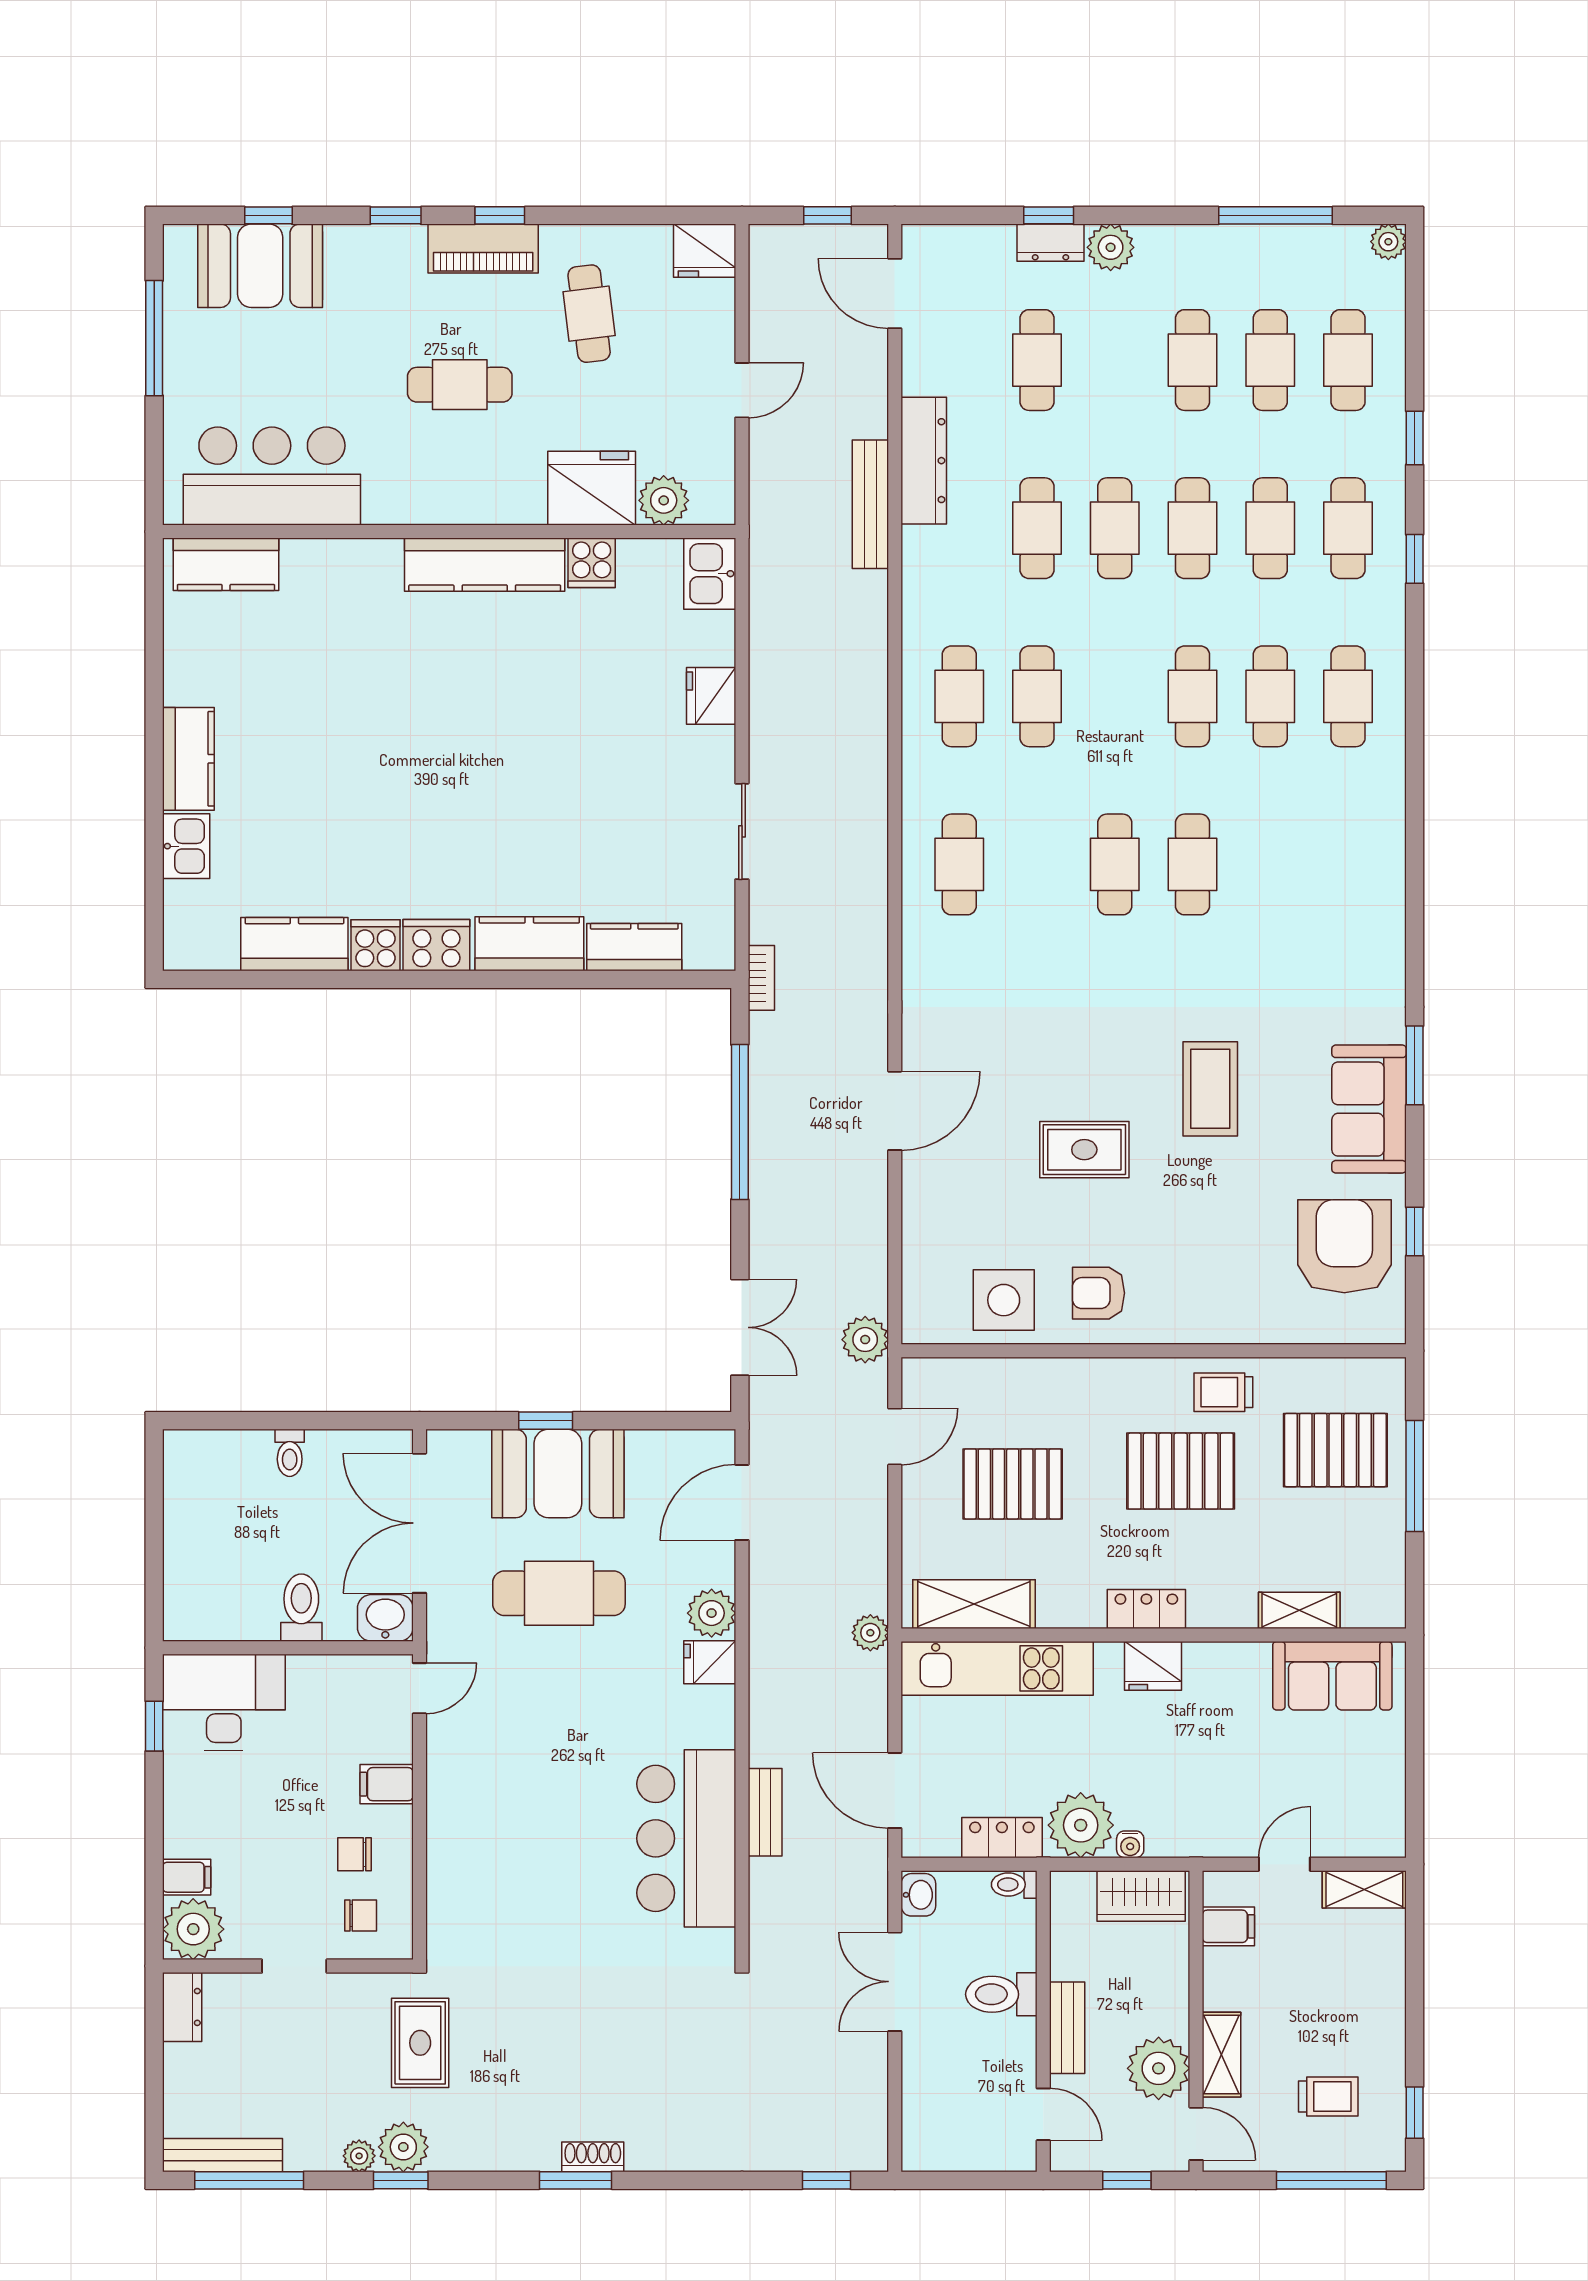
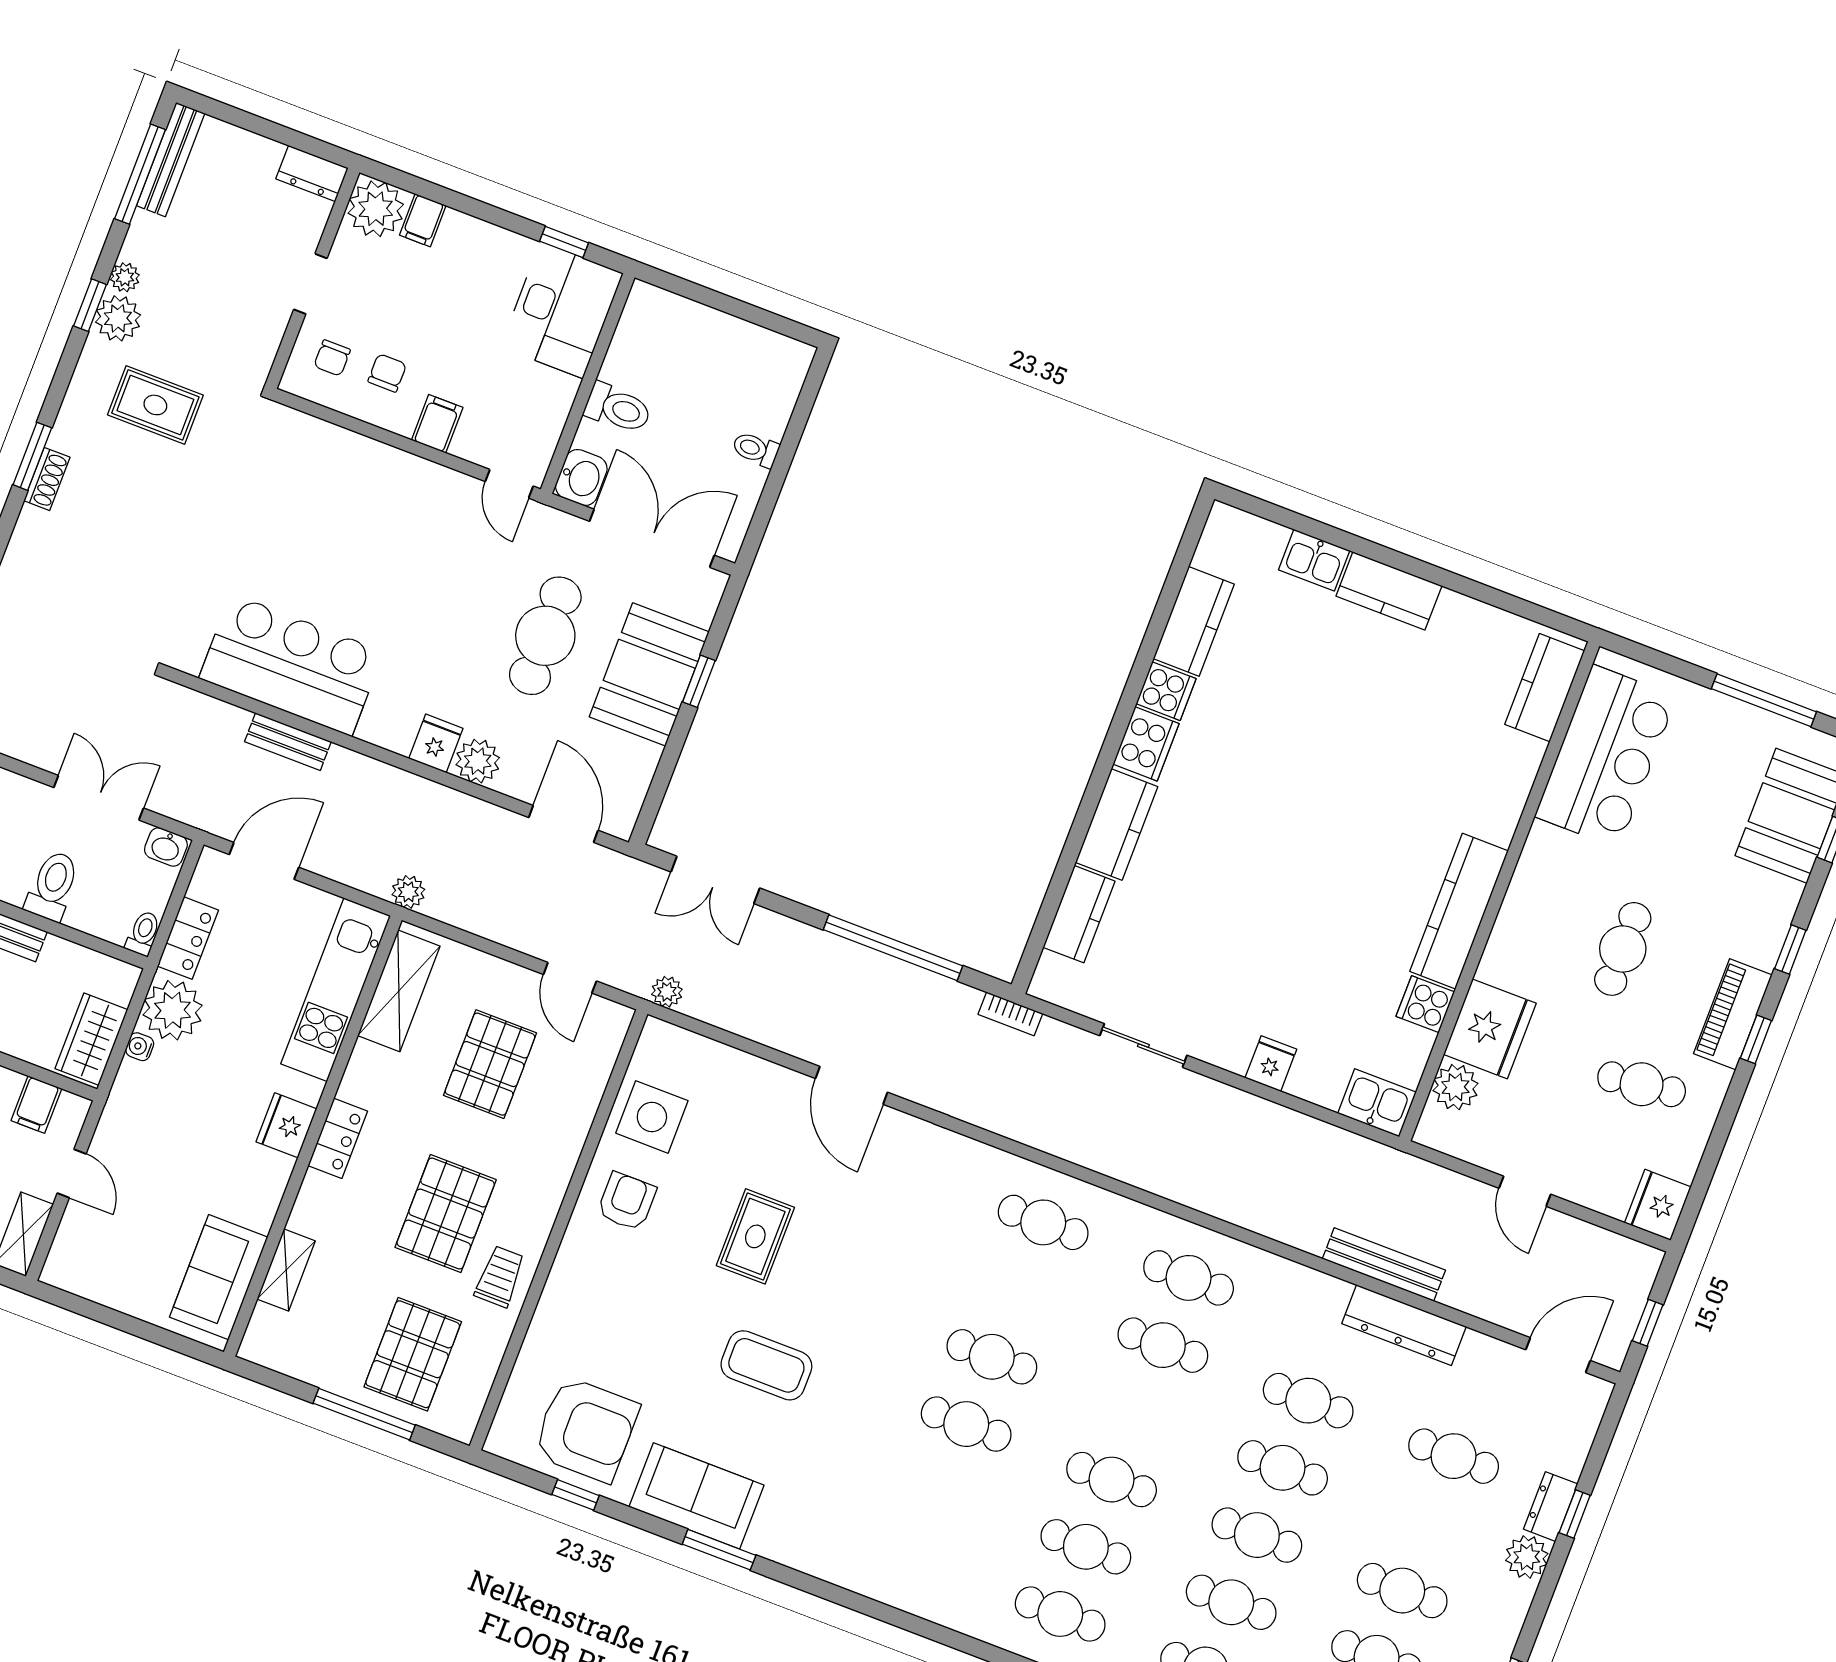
fridge: (711, 696) -> (1271, 1064), width x0.72
plant: (865, 1340) -> (667, 992), width x0.73, depth x0.73
rug: (420, 2043) -> (155, 405), moved

